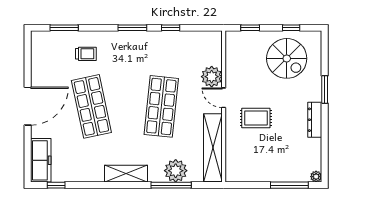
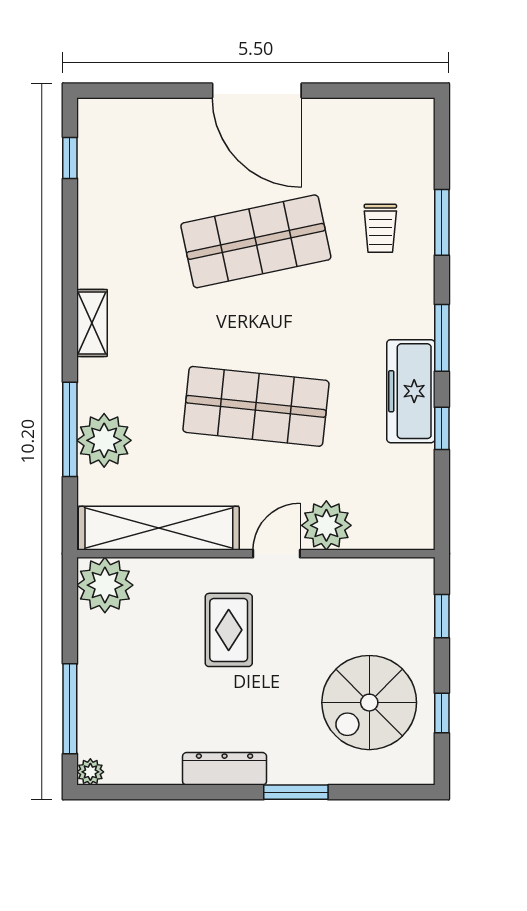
window: (64, 28) -> (442, 222), moved
freezer: (41, 160) -> (411, 391), moved, turned 90
plant: (237, 170) -> (105, 585), added
shelving: (126, 174) -> (92, 323), width x0.67, depth x0.75

